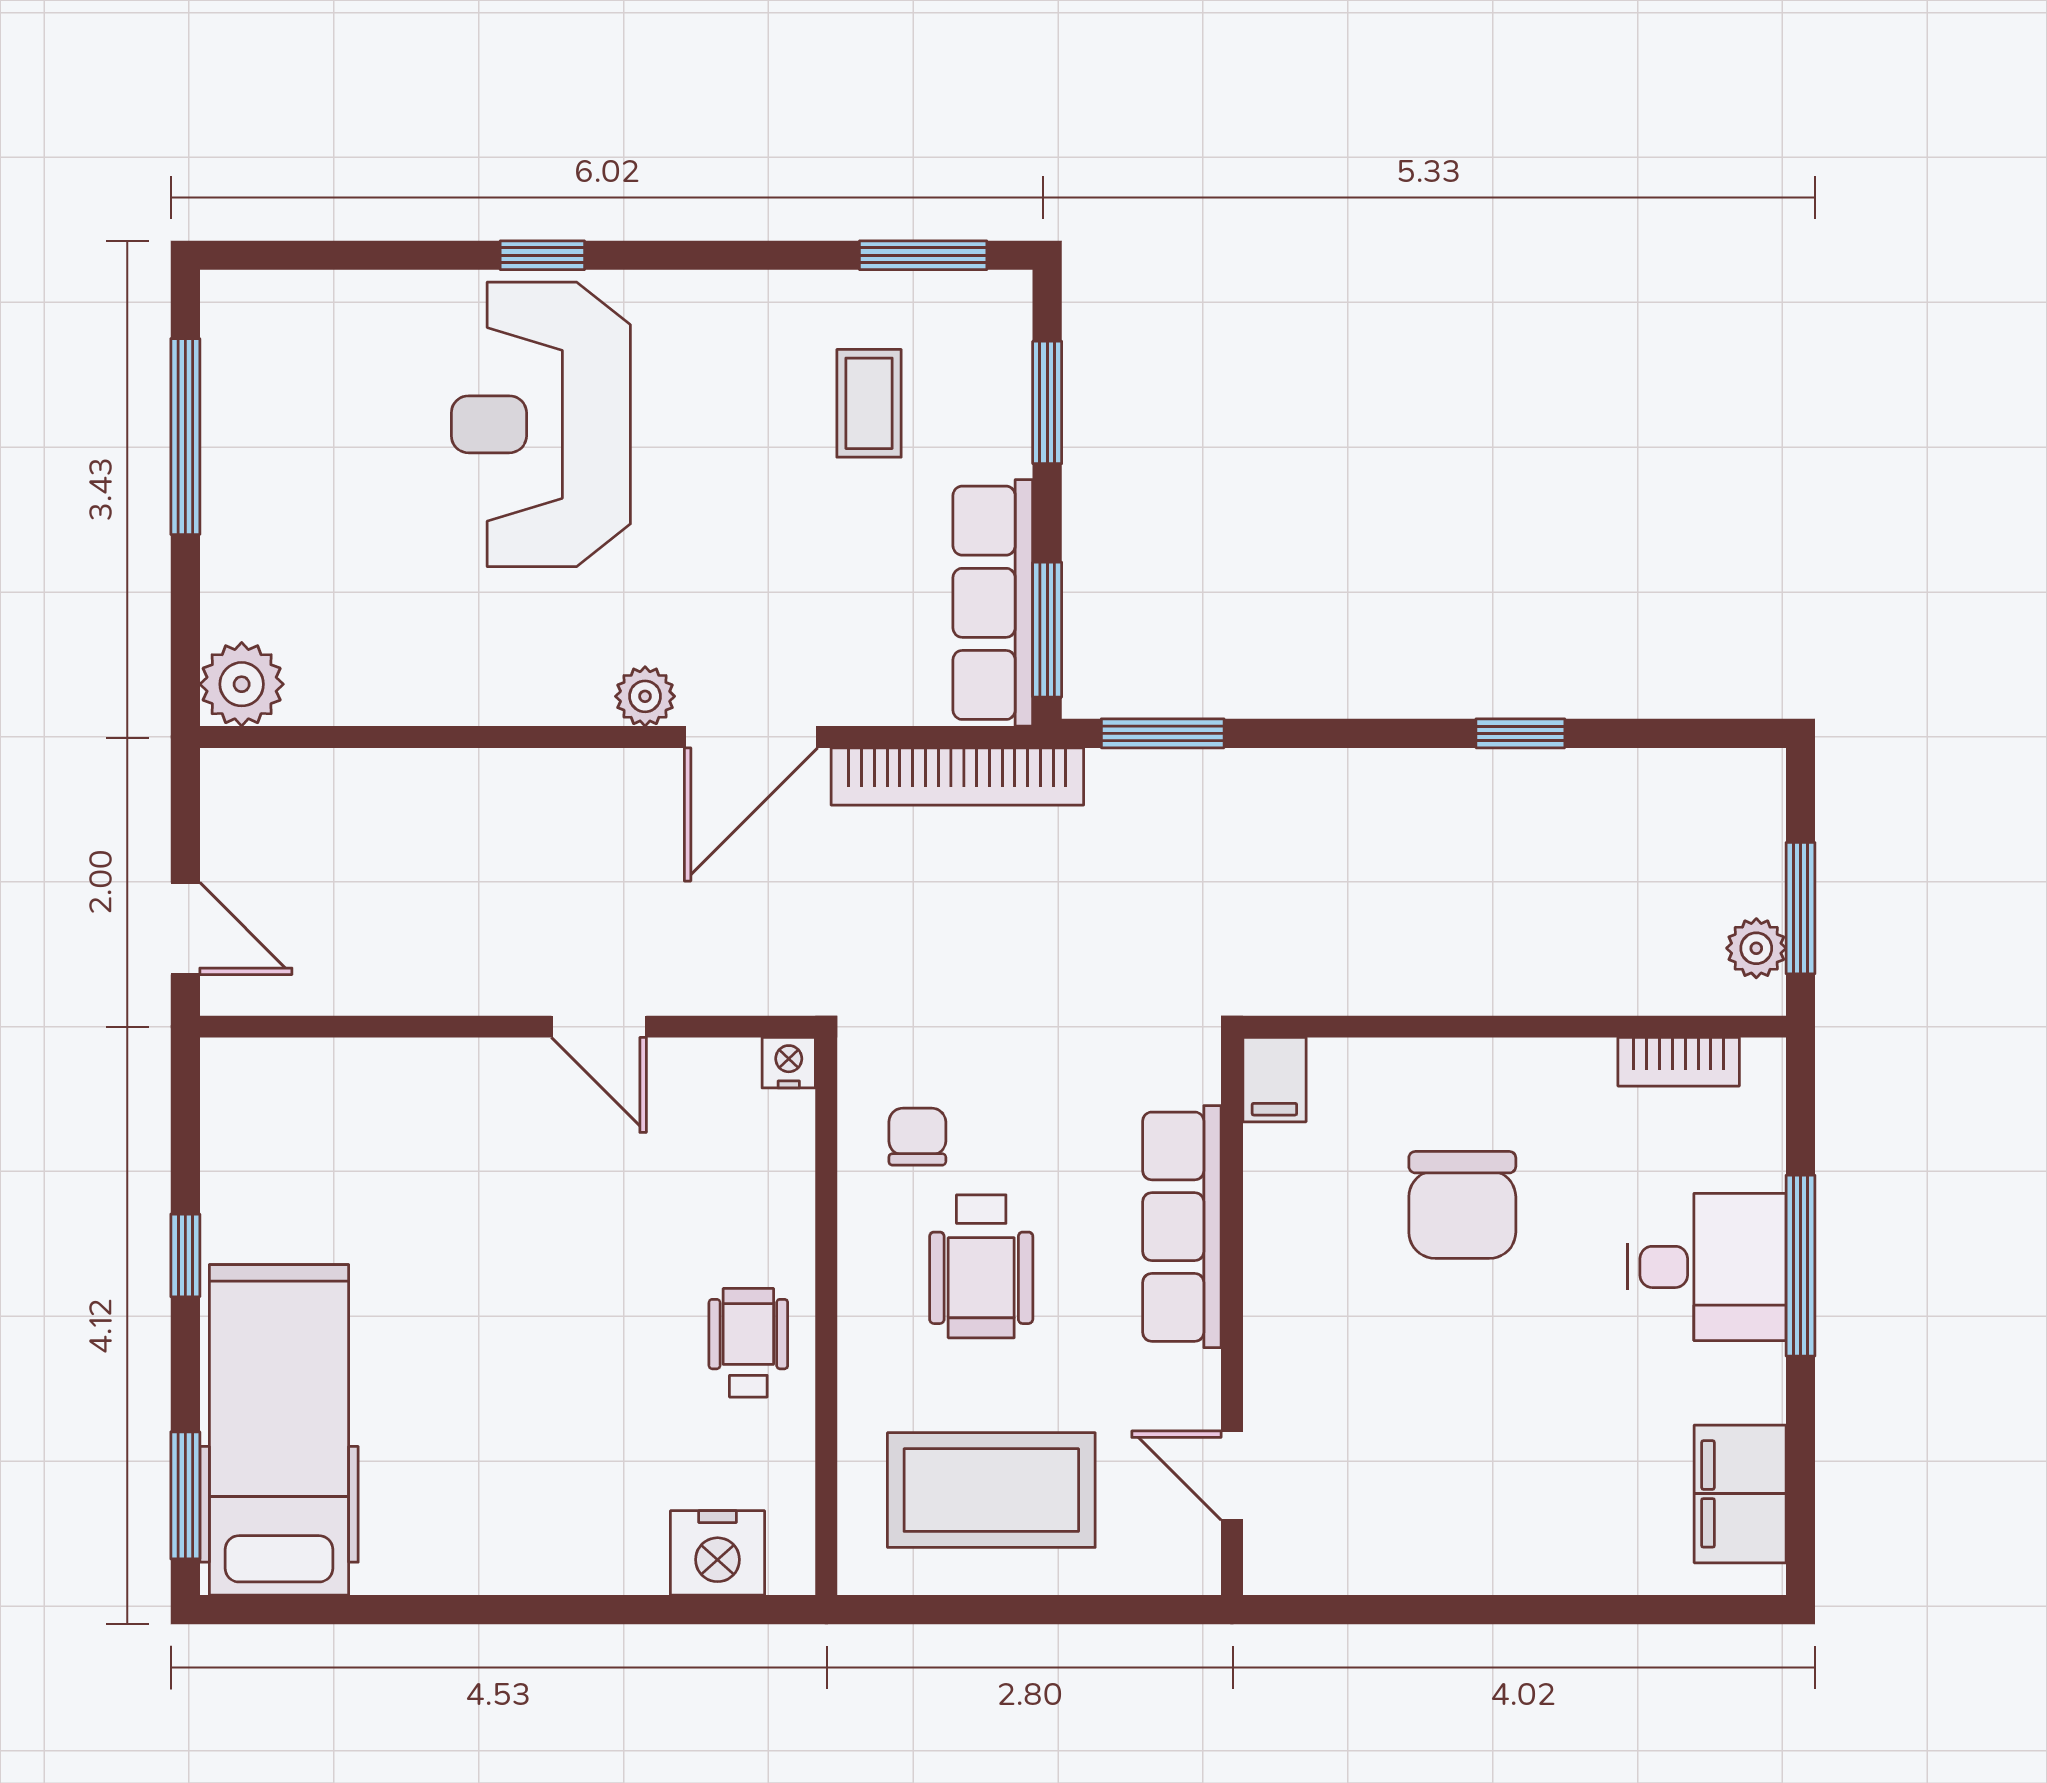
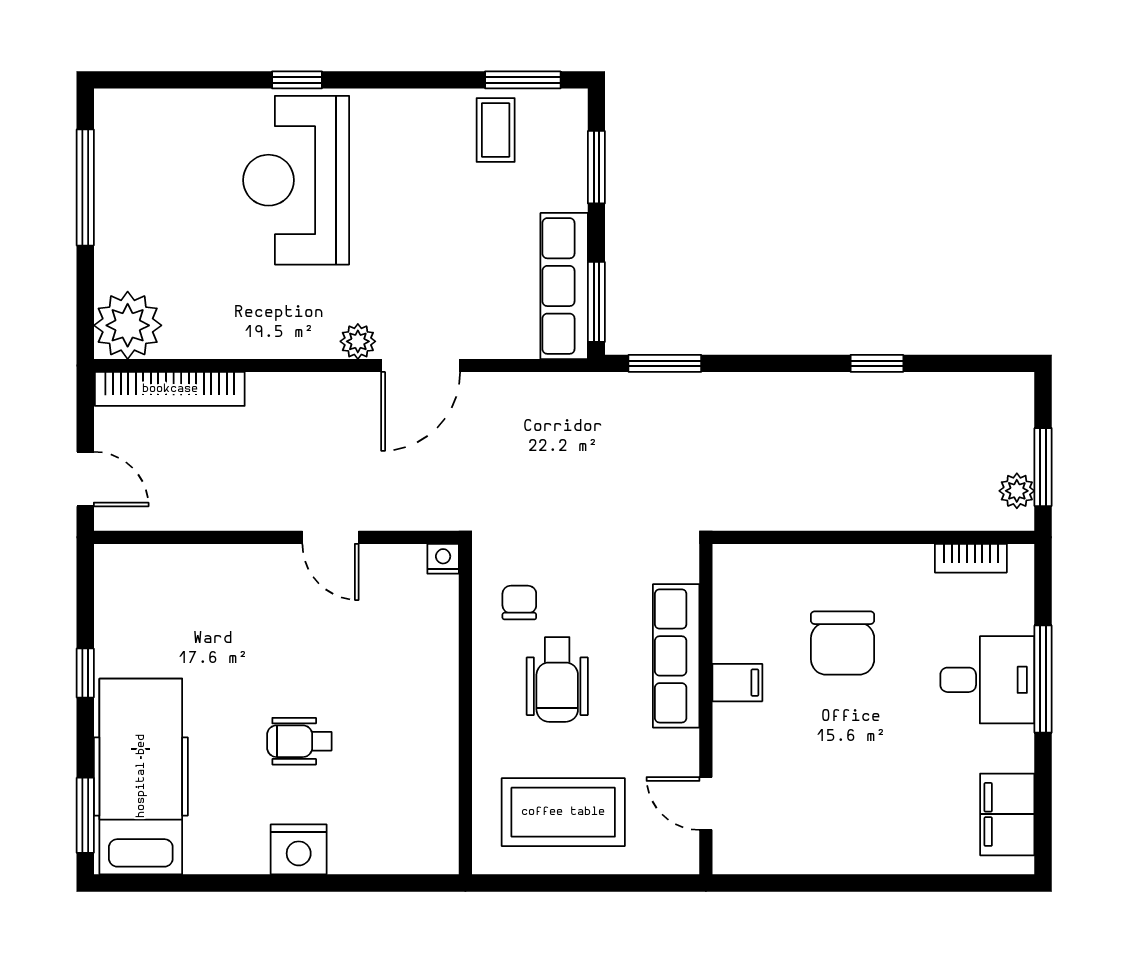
coffee table: (869, 403) -> (496, 130), moved
plant: (242, 684) -> (128, 325), width x1.36, depth x1.36
bookcase: (957, 776) -> (170, 389), moved
filing cabinet: (1274, 1080) -> (737, 683), moved, turned -90
wheelchair: (748, 1343) -> (299, 741), moved, turned -90
nightstand: (718, 1553) -> (299, 849), moved

